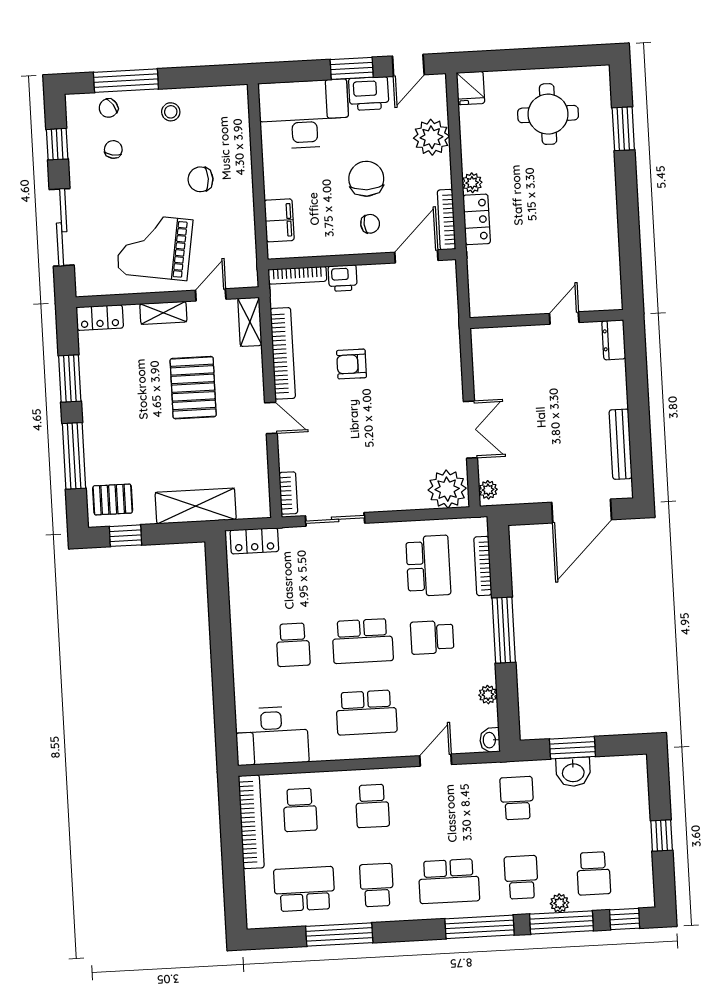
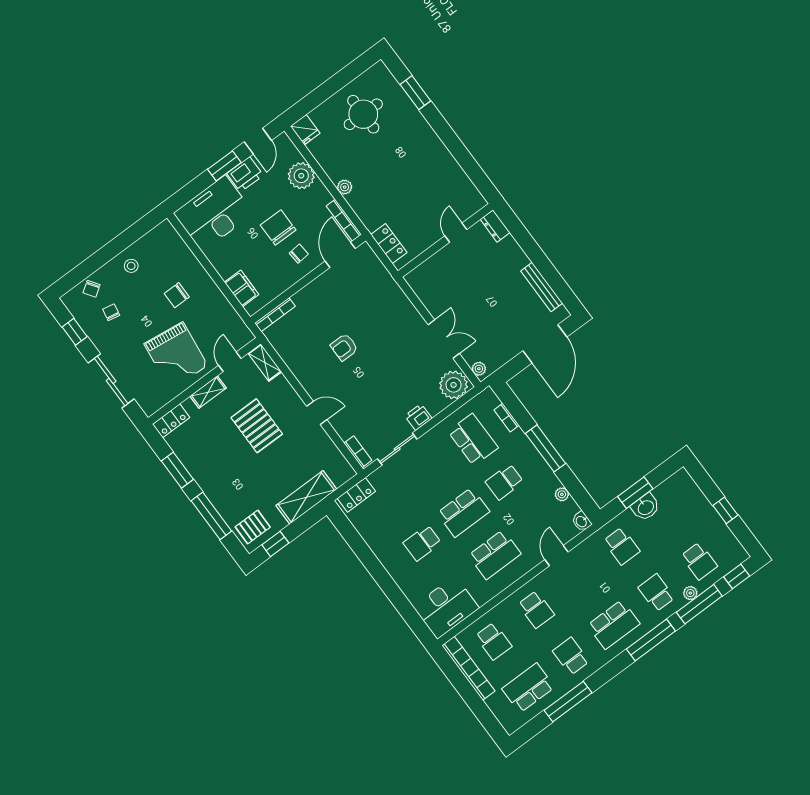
window: (126, 81) -> (91, 265), removed
locker: (477, 219) -> (389, 244), moved
grand piano: (155, 247) -> (176, 355), turned -92
printer: (343, 278) -> (418, 417), moved, turned 180
bookcase: (283, 353) -> (298, 369), removed
bookcase: (483, 566) -> (507, 418), width x0.64
school desk: (293, 645) -> (422, 543), turned 90
school desk: (517, 798) -> (622, 546), turned 180

